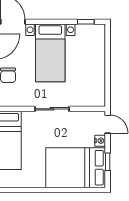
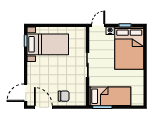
bed with nightstands: (50, 53) -> (48, 44), moved

